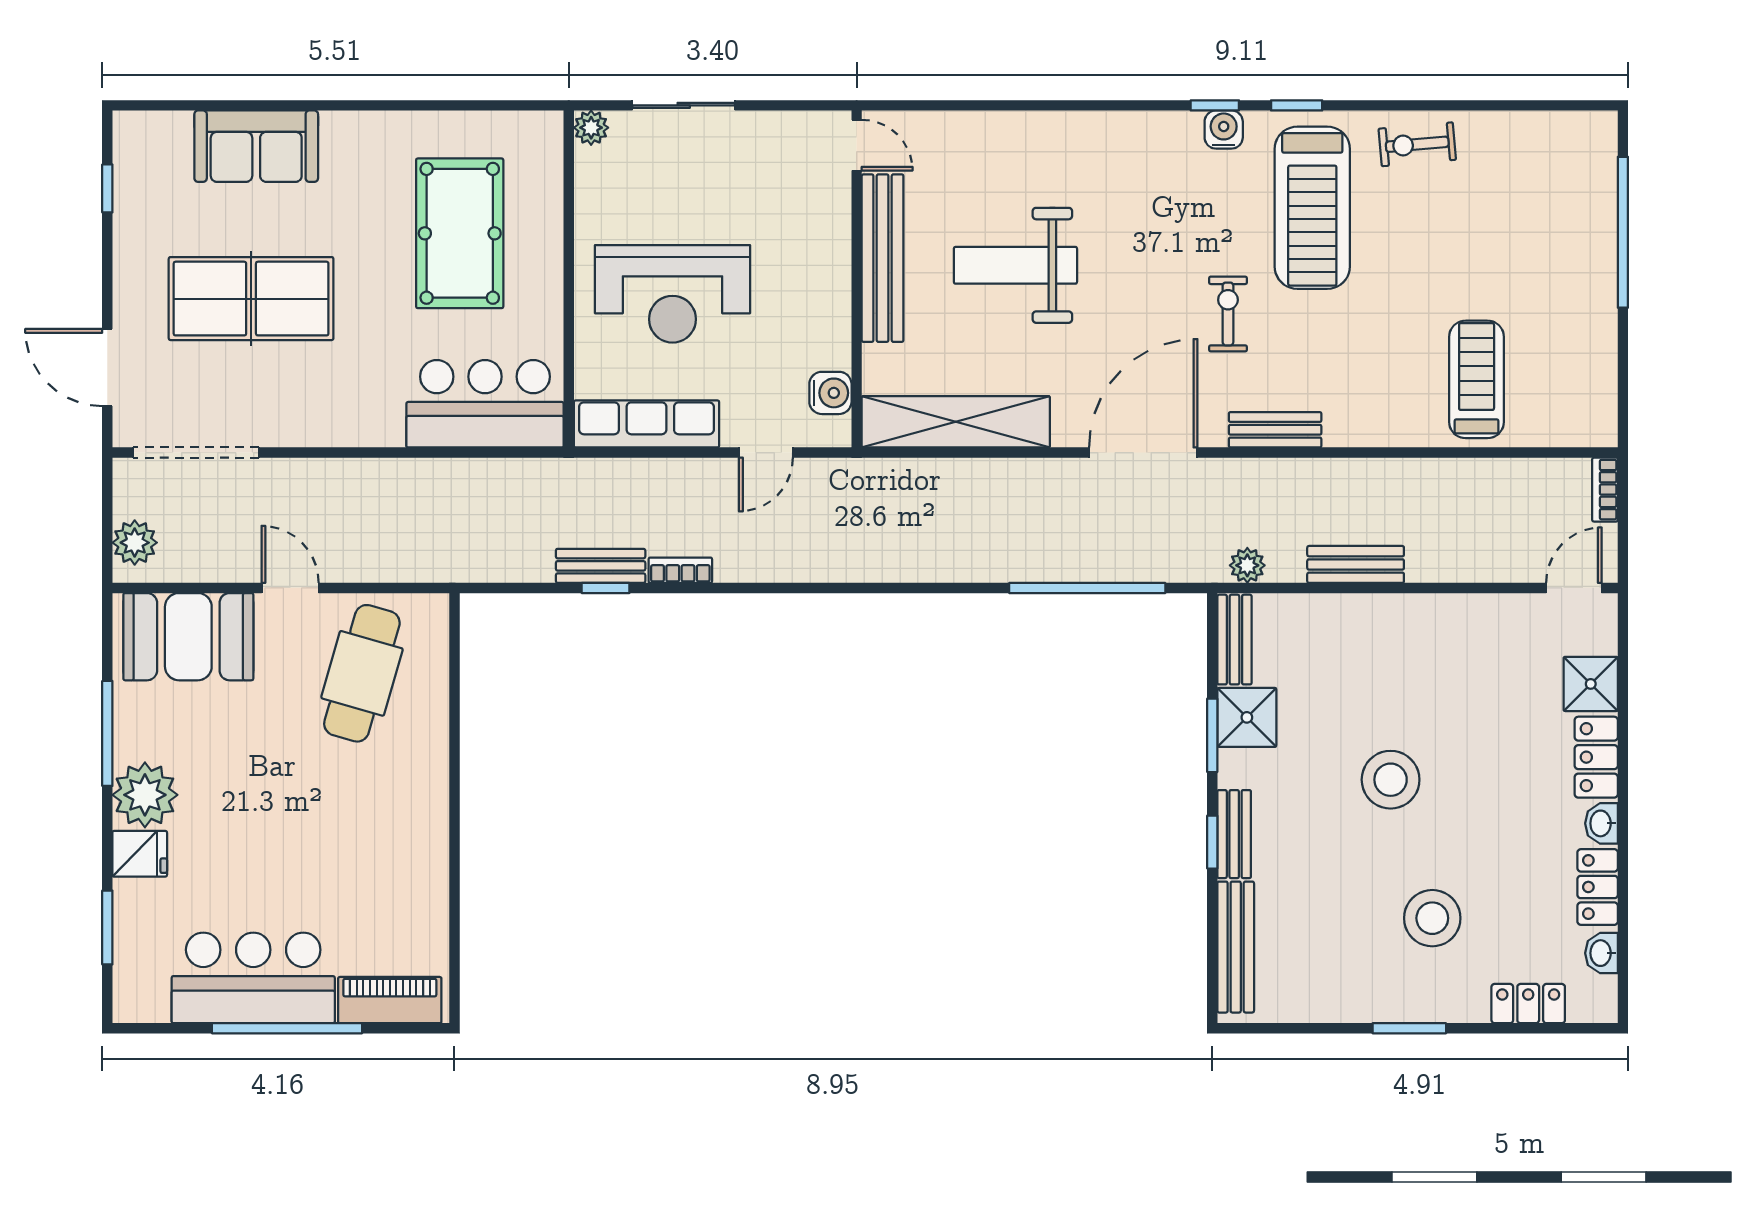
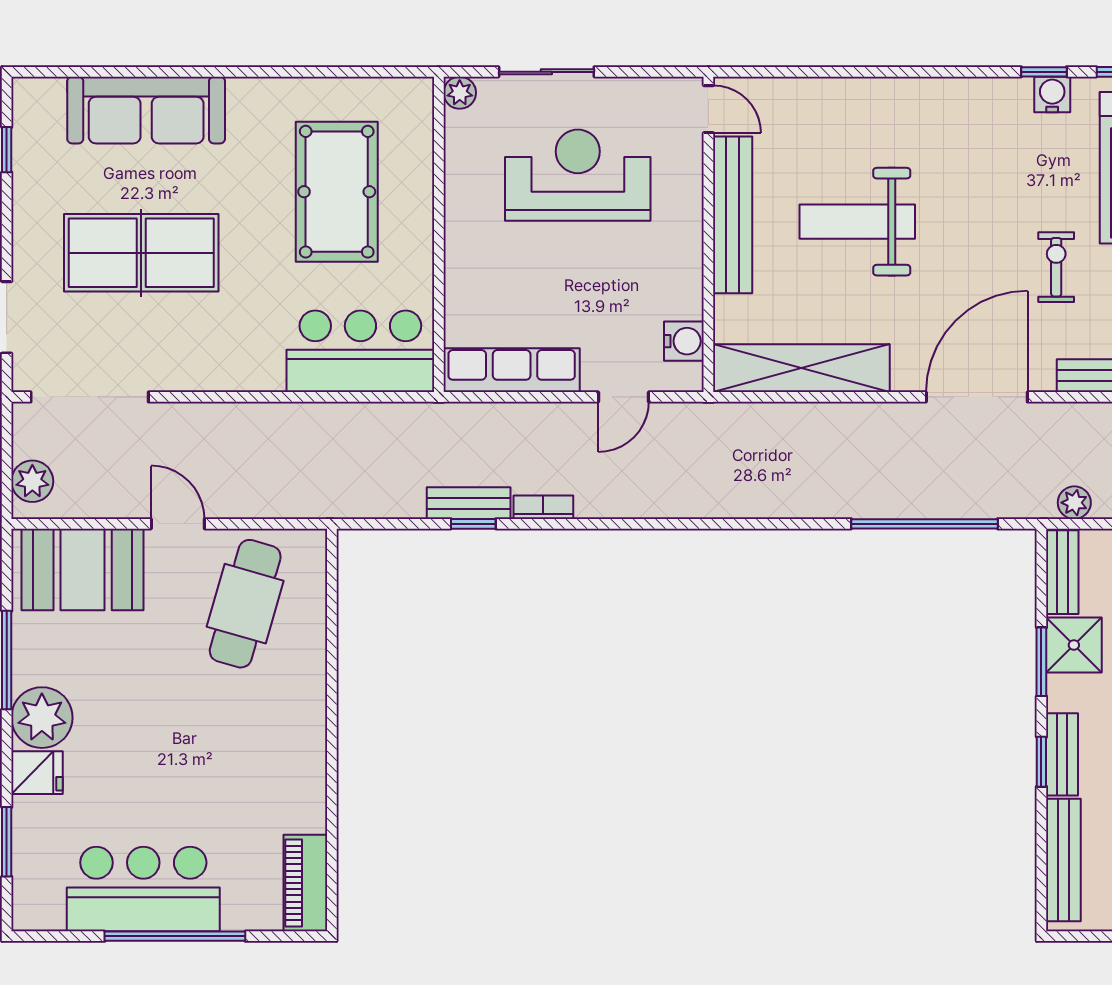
sofa: (256, 146) -> (146, 110), width x1.36
reception desk: (673, 294) -> (578, 175), moved, turned 180
piano: (390, 1000) -> (305, 883), moved, turned -90

